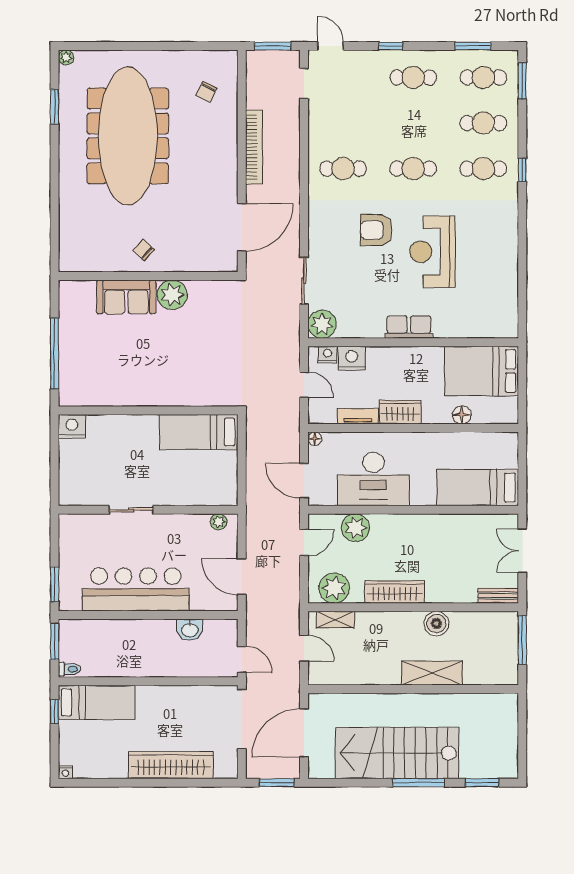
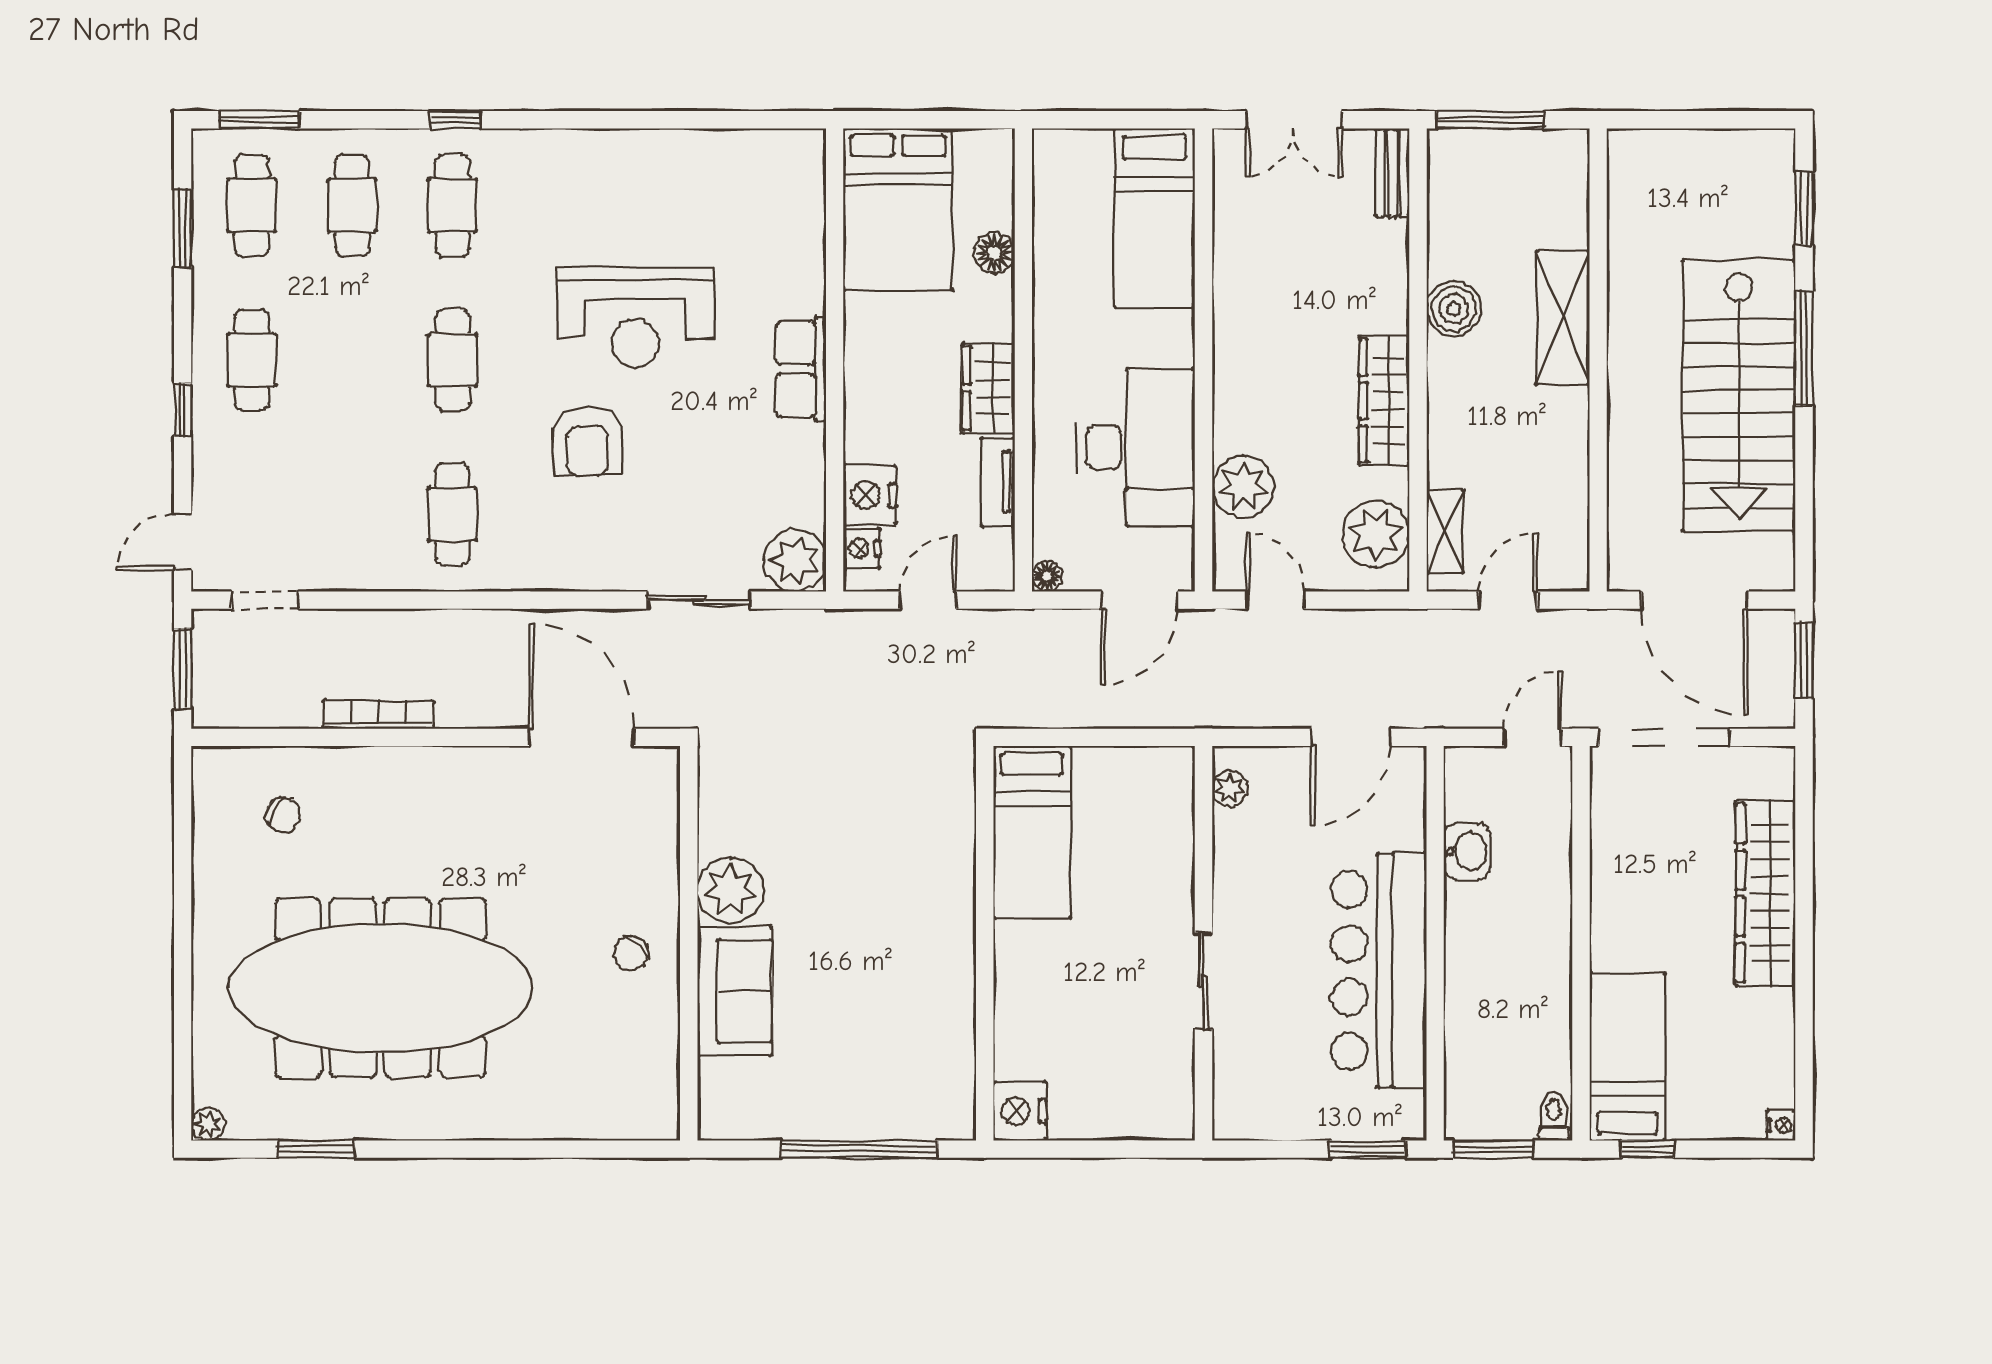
bookcase: (254, 147) -> (378, 715), width x0.68, depth x0.76

